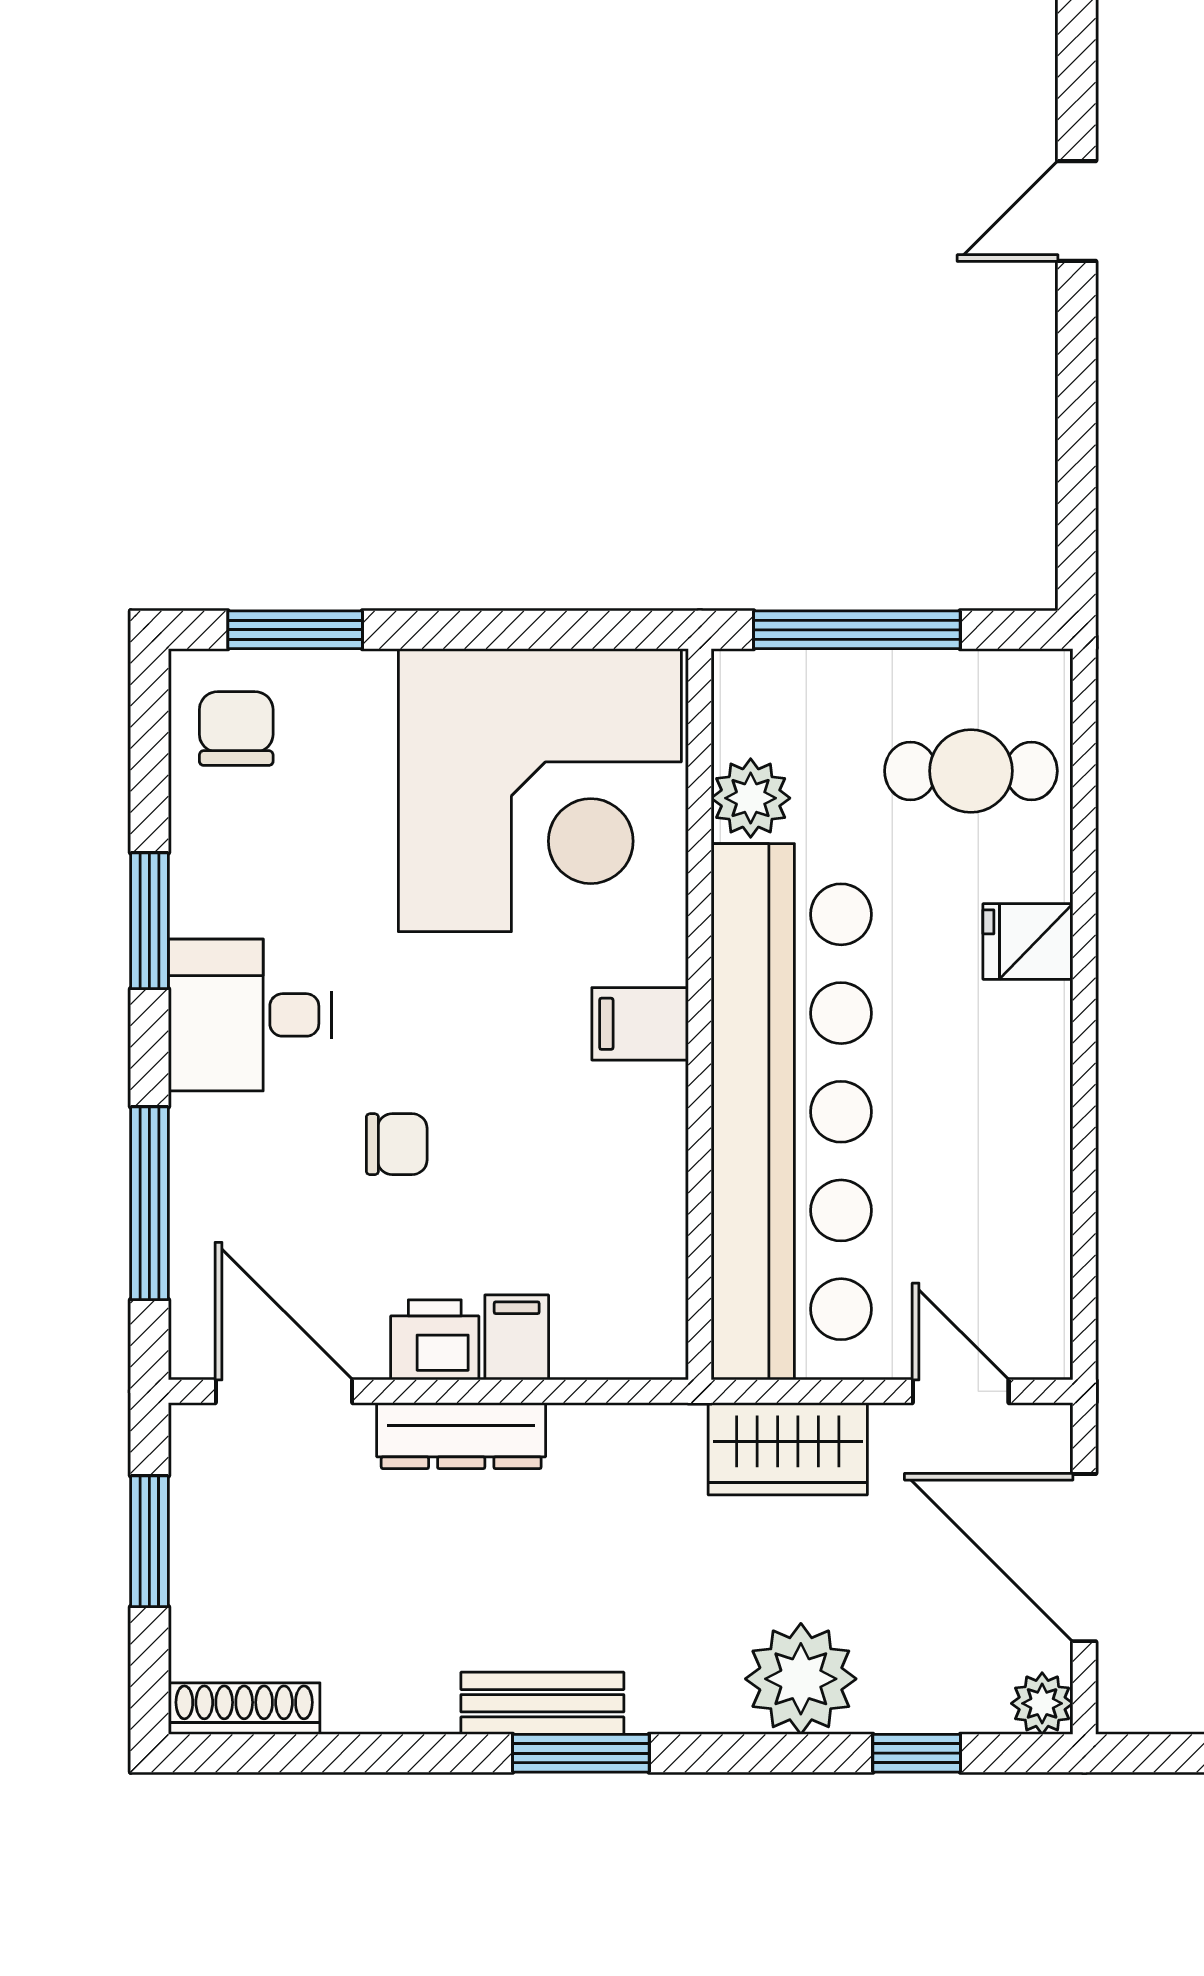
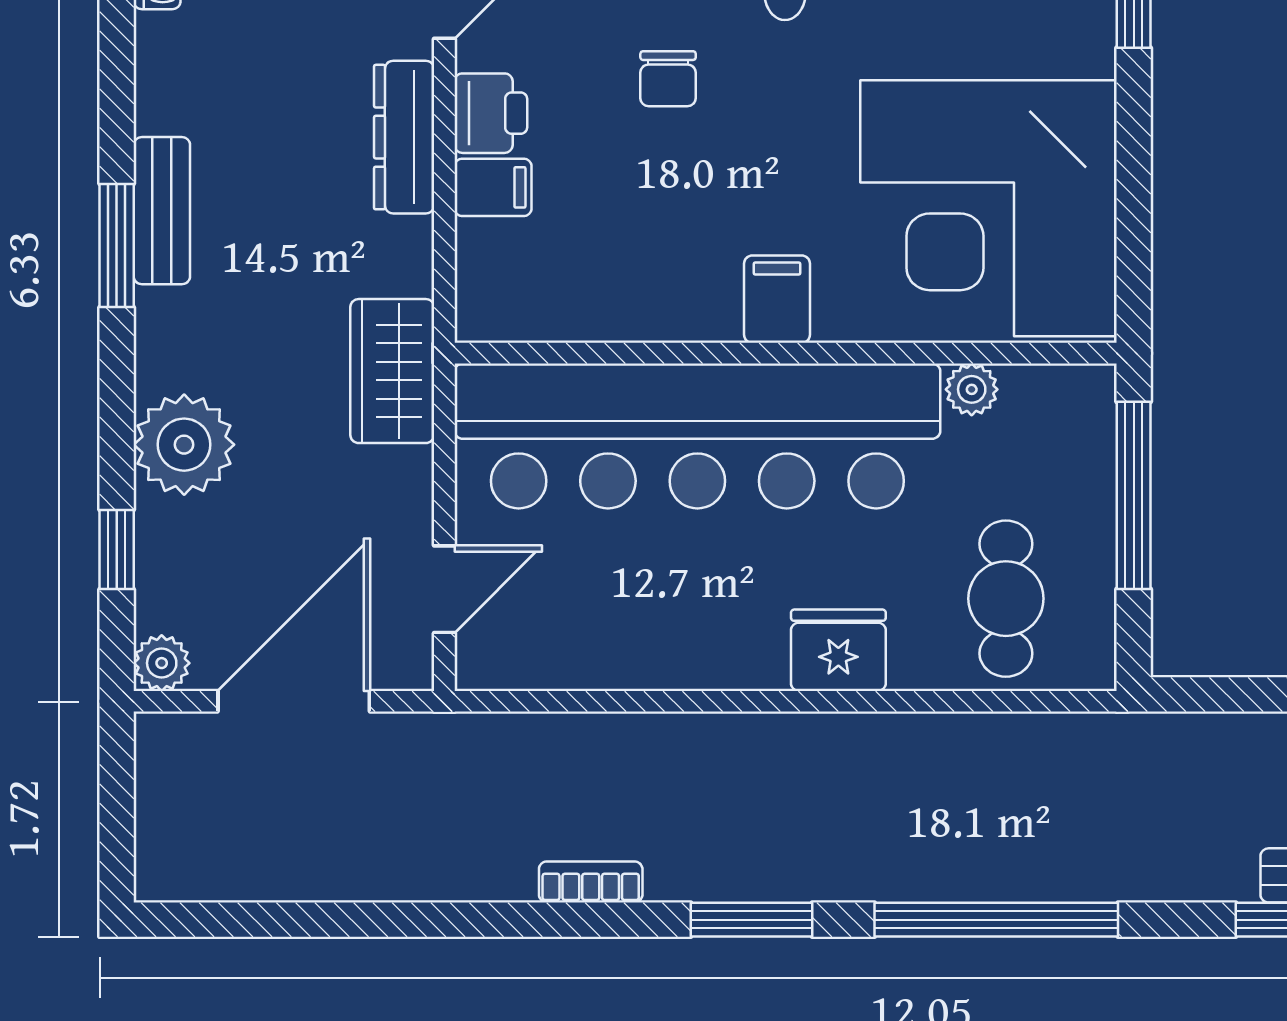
plant: (751, 798) -> (972, 389), width x0.73, depth x0.73
fridge: (1028, 942) -> (838, 650), width x1.38
wardrobe: (788, 1449) -> (392, 371), moved

